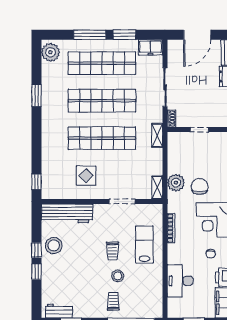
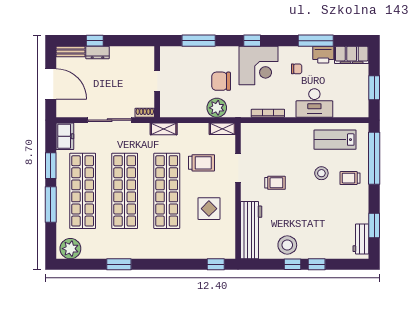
trolley: (127, 169) -> (201, 163), added
lab bench: (144, 245) -> (335, 140), moved
trolley: (112, 251) -> (275, 183), moved
desk: (180, 281) -> (314, 103), moved

